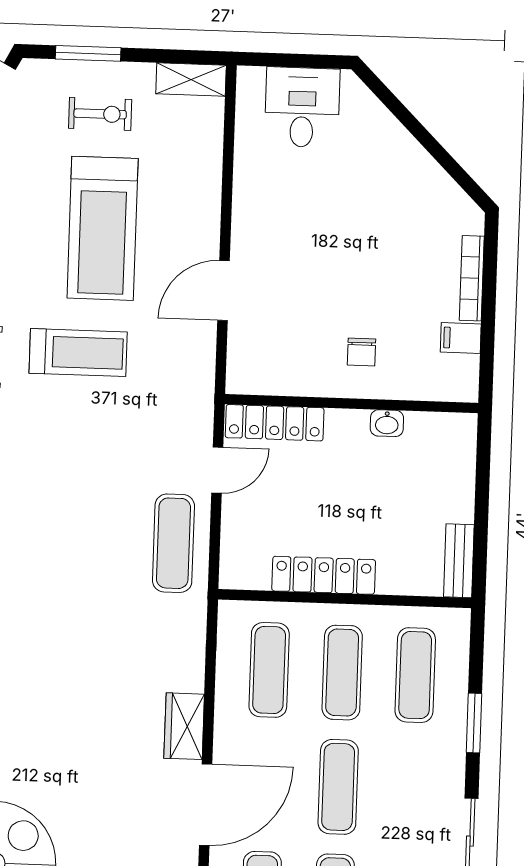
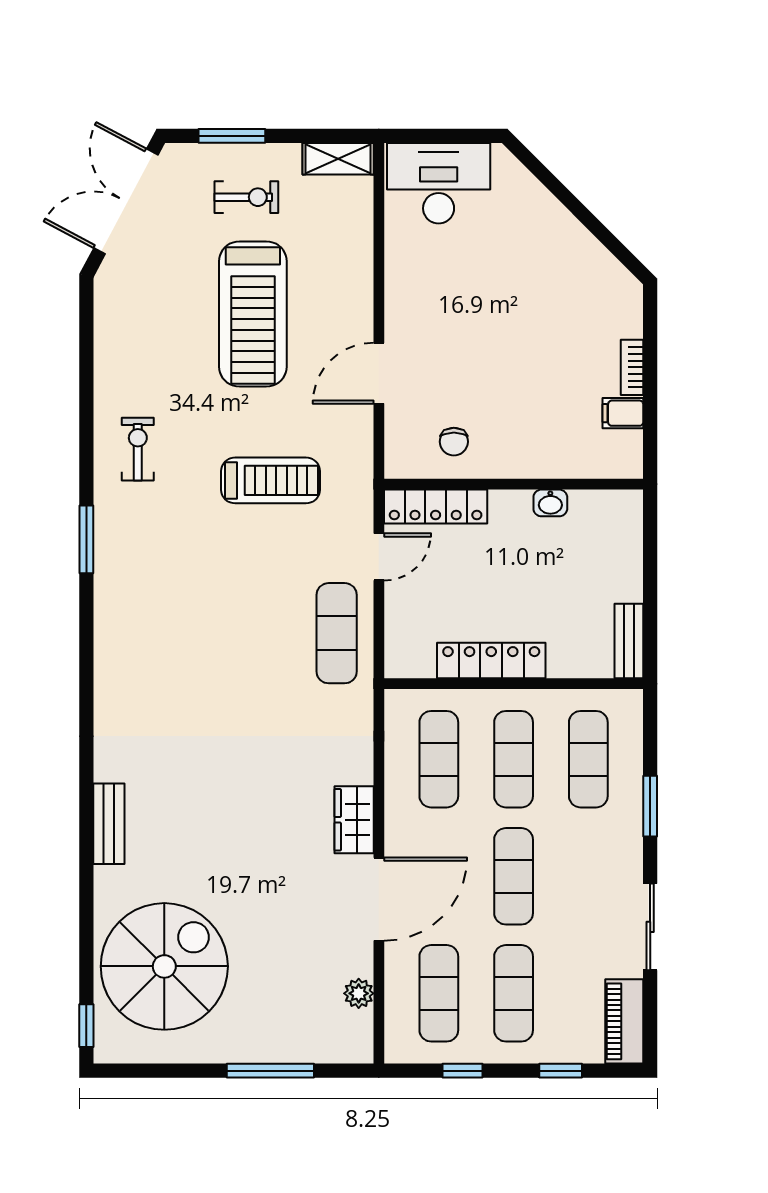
desk: (302, 107) -> (439, 183), width x1.37
bookcase: (472, 278) -> (632, 367), width x0.64
chair: (361, 352) -> (454, 442), moved
treadmill: (78, 353) -> (271, 480), moved

